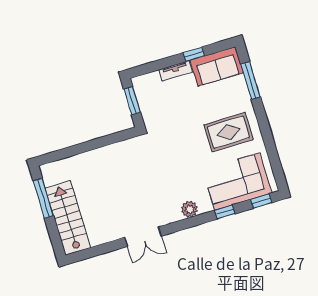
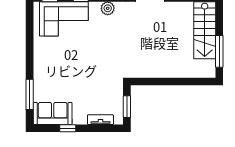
tv unit: (176, 71) -> (100, 120), moved
rug: (228, 132) -> (59, 59), removed

